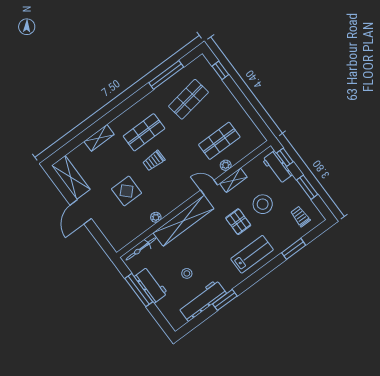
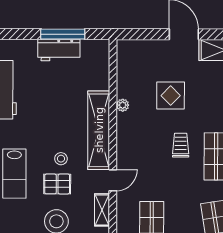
plant: (226, 165) -> (123, 213), removed
bicycle: (141, 249) -> (102, 67), removed
stool: (187, 273) -> (61, 159), moved

